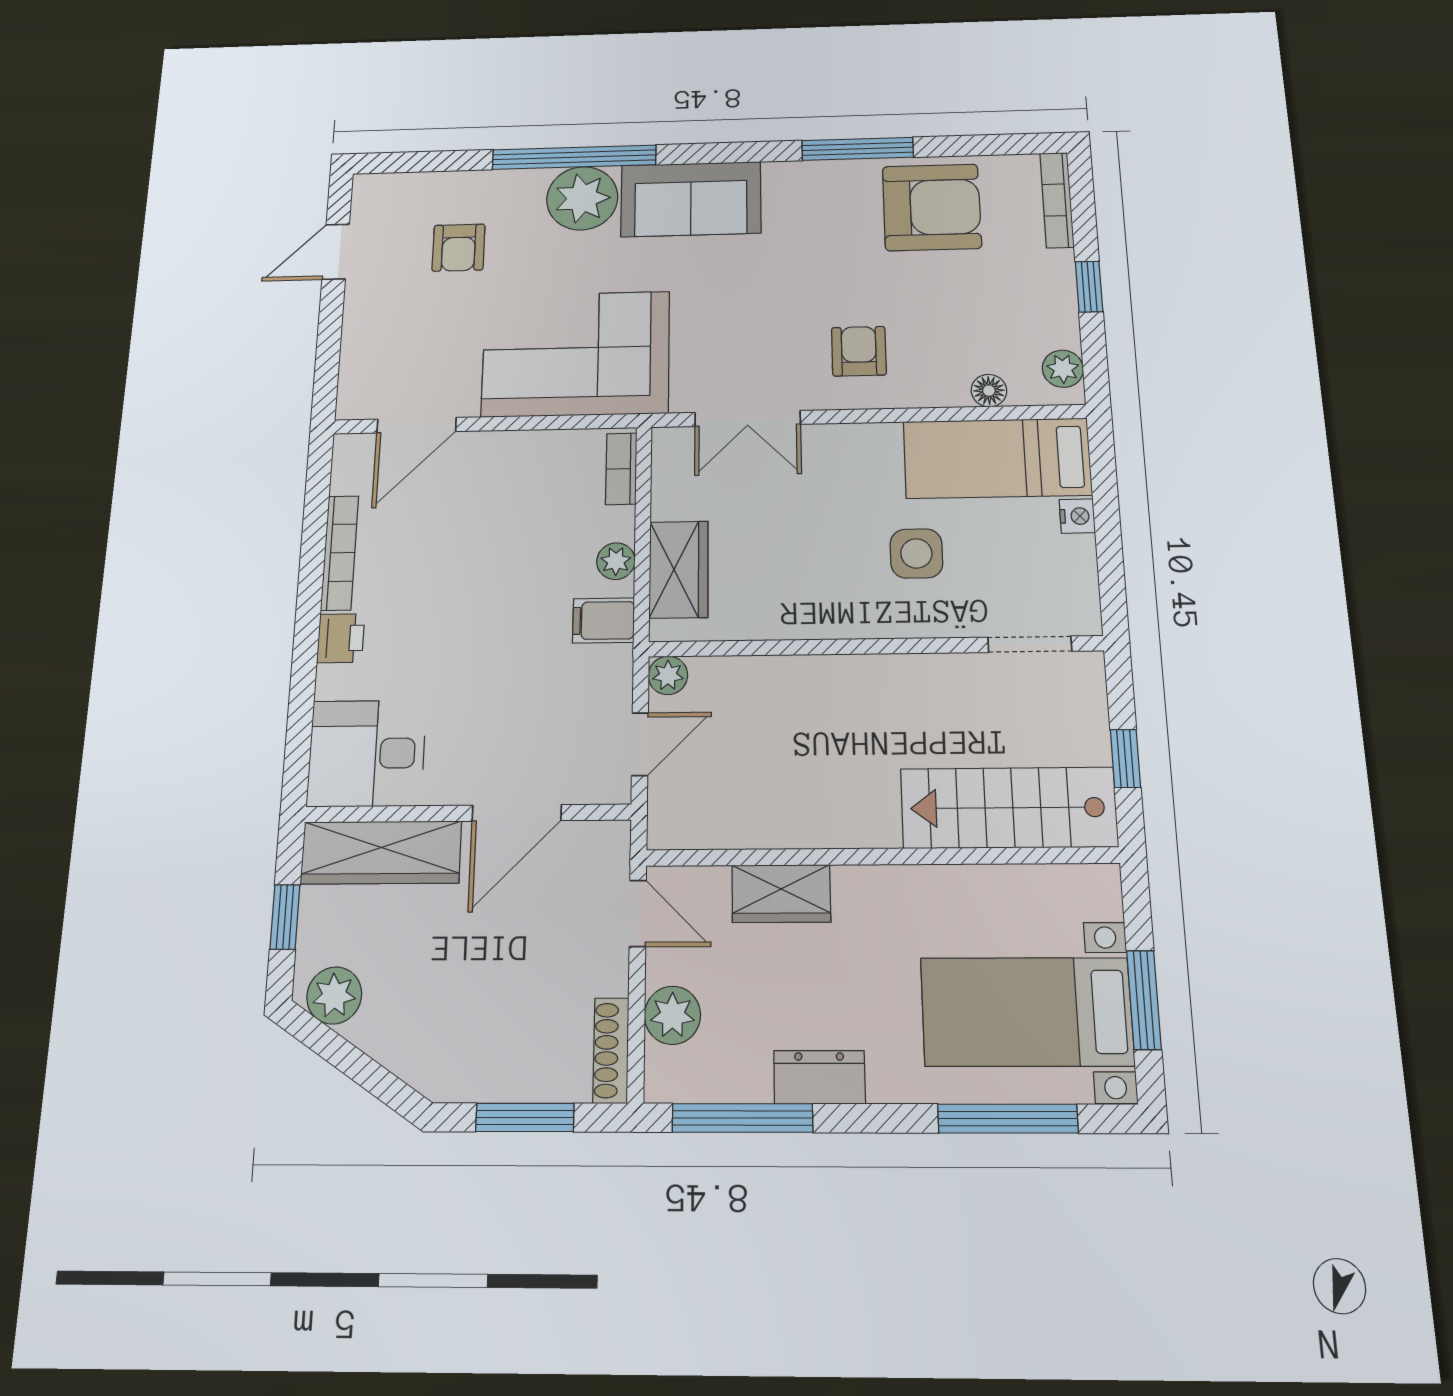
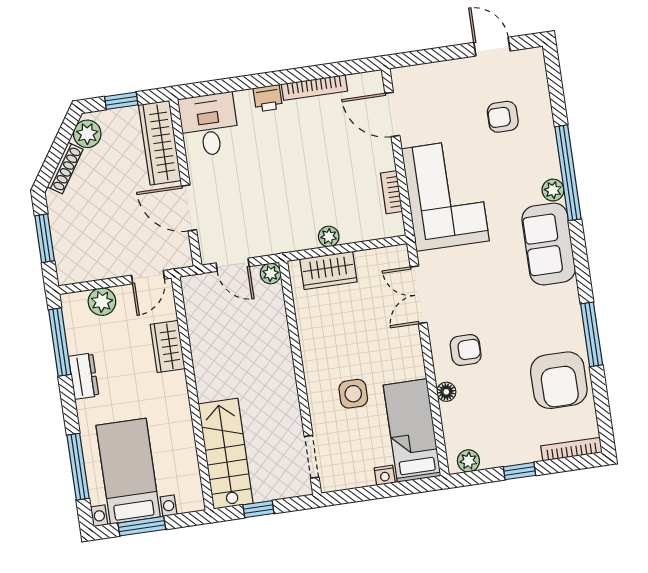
plant: (582, 198) -> (553, 190), width x0.53, depth x0.53
floor lamp: (989, 391) -> (446, 392), moved
bookcase: (621, 469) -> (391, 192), moved, turned -90
filing cabinet: (604, 620) -> (295, 235), removed
shoe rack: (611, 1050) -> (65, 168), moved, turned 123

